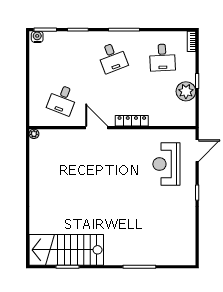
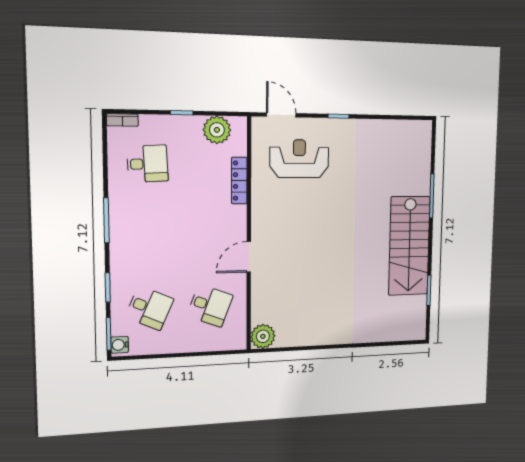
desk: (112, 57) -> (149, 308), moved, turned 45
plant: (186, 91) -> (217, 130), moved
locker: (132, 121) -> (239, 181), moved
plant: (34, 134) -> (263, 336), width x1.88, depth x1.88
reception desk: (166, 164) -> (299, 159), turned 180
stairs: (66, 250) -> (409, 246), moved

